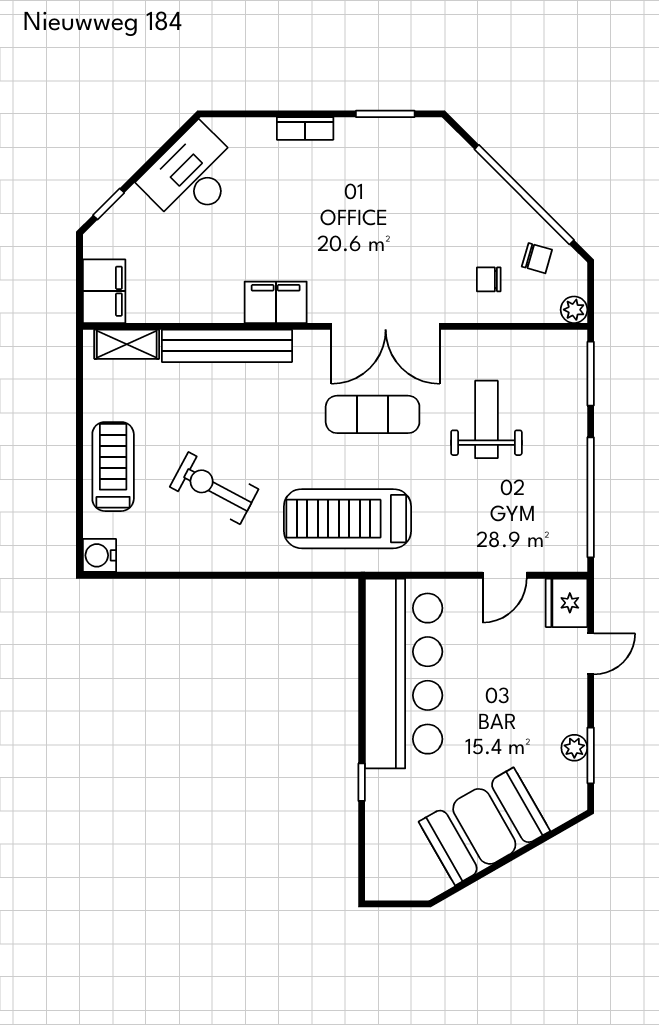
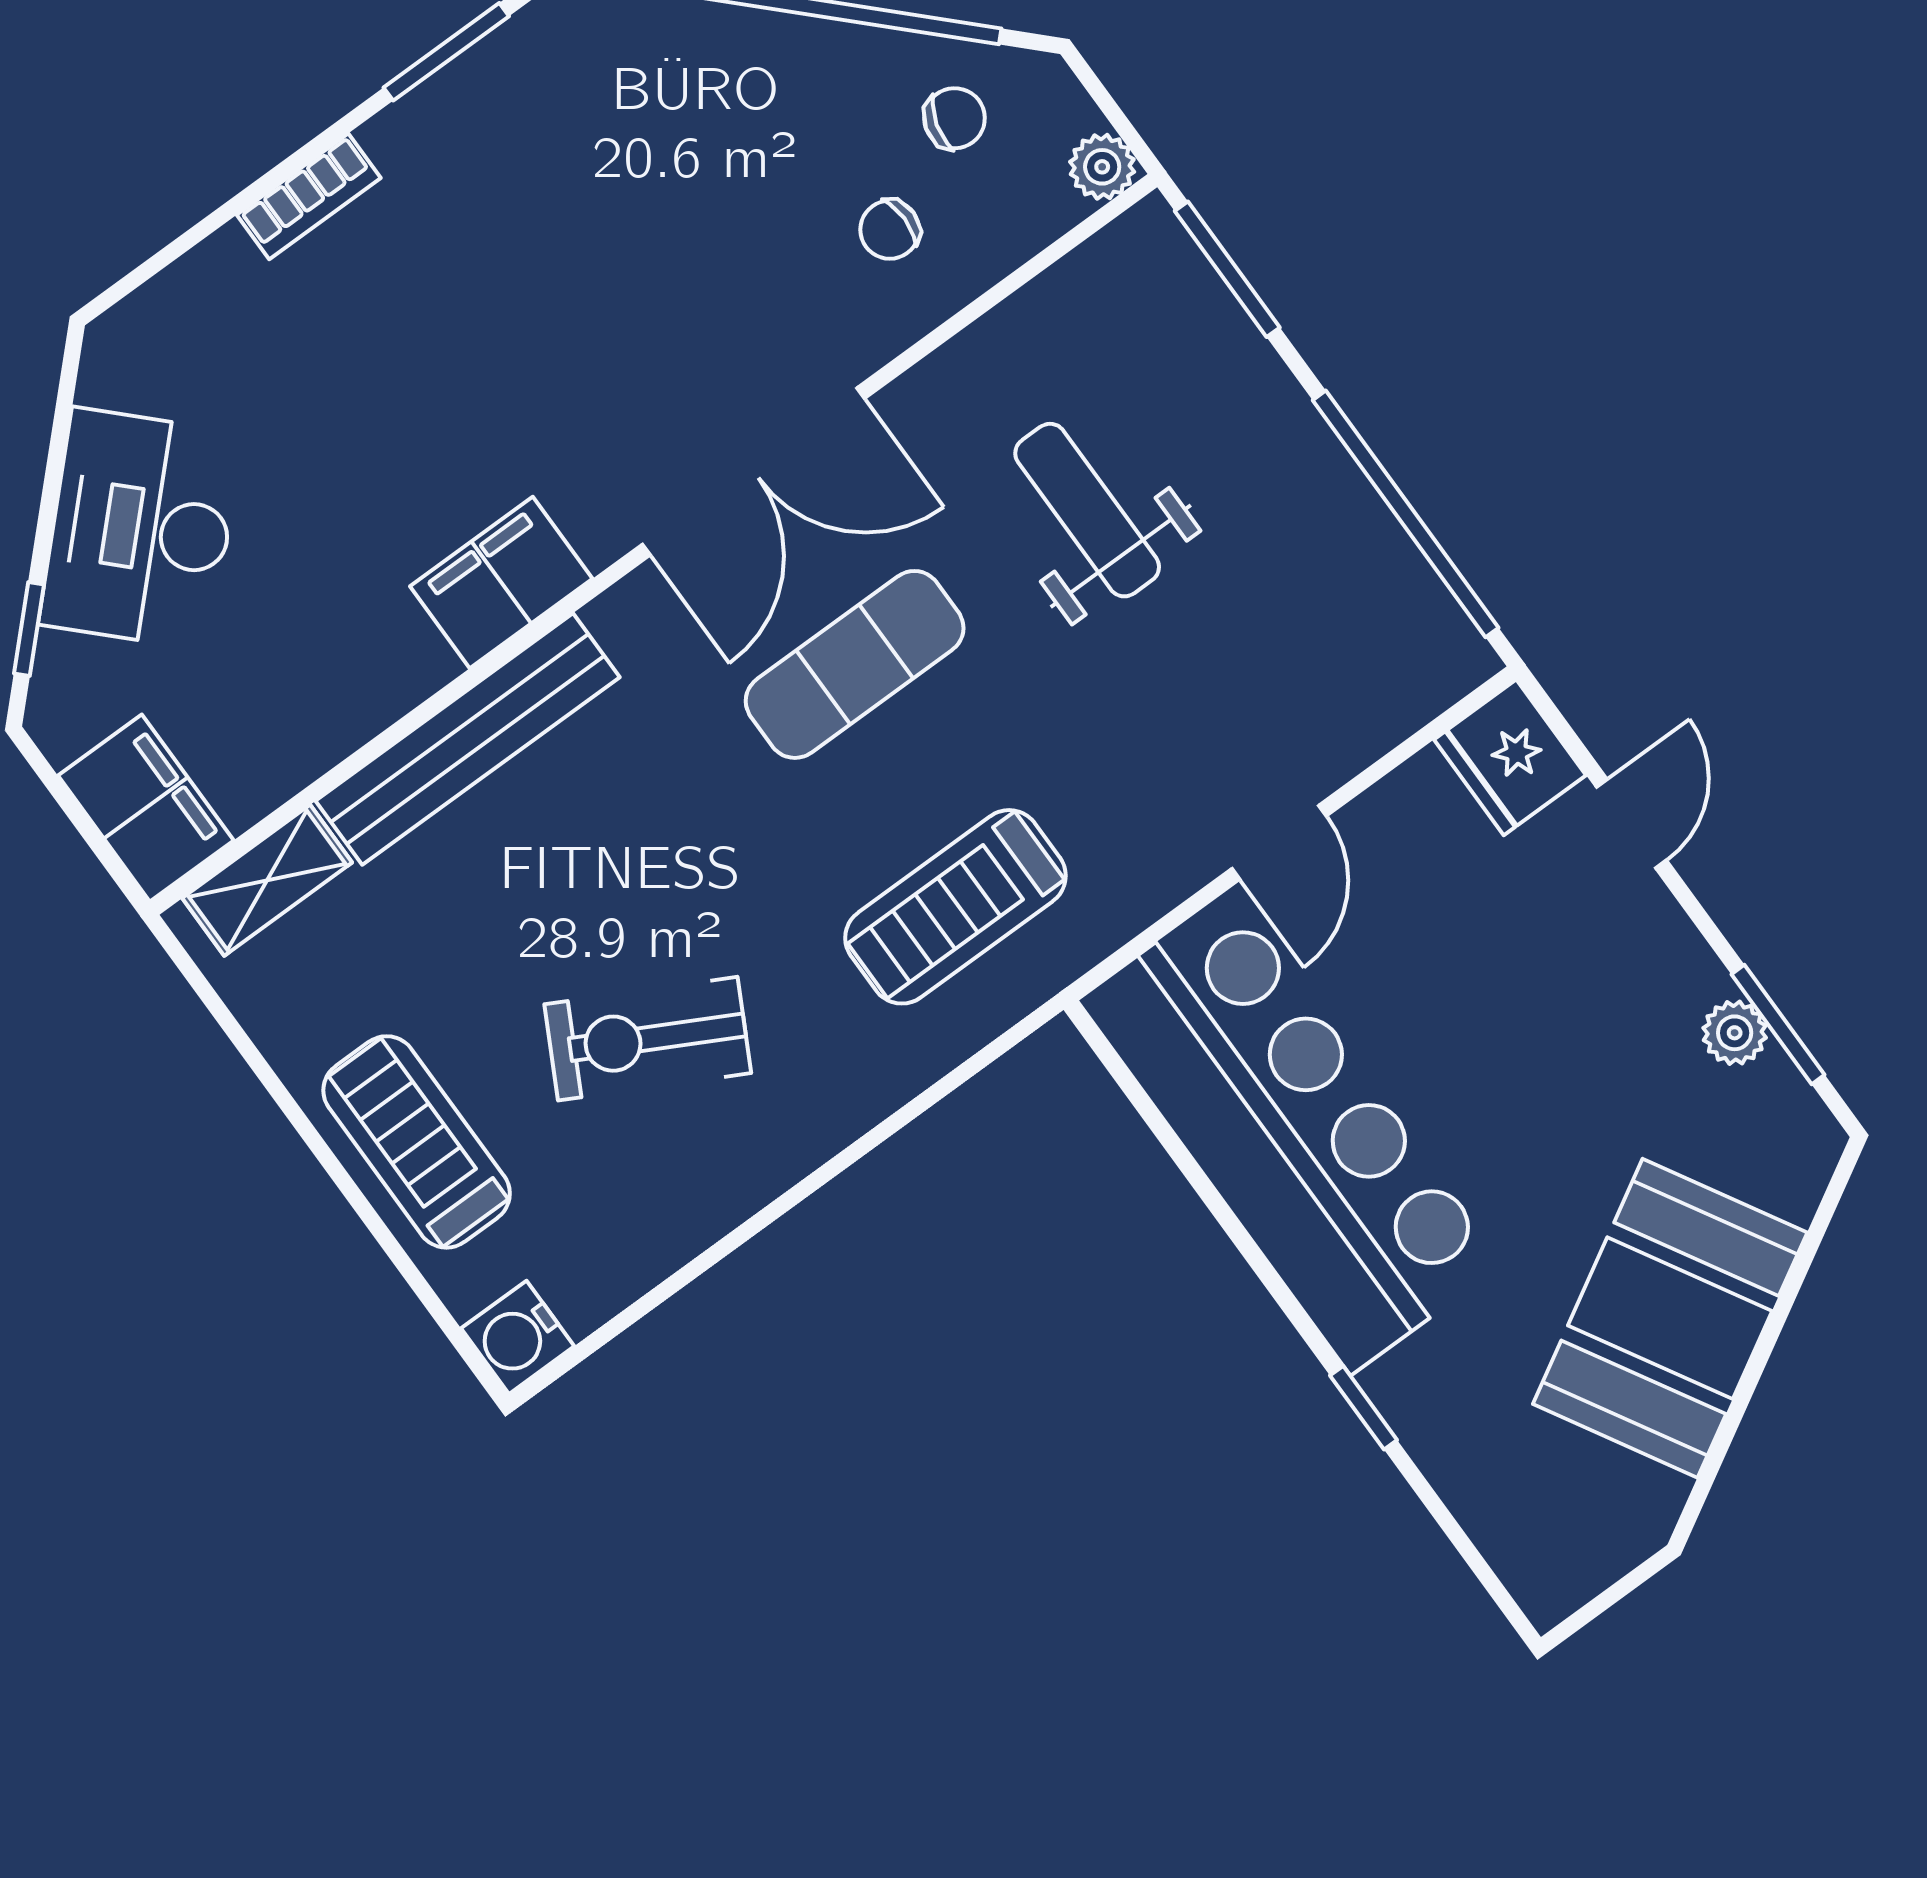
desk: (192, 176) -> (141, 529), moved
treadmill: (347, 519) -> (955, 907), width x0.73, depth x0.73
door: (505, 575) -> (1279, 842), moved

